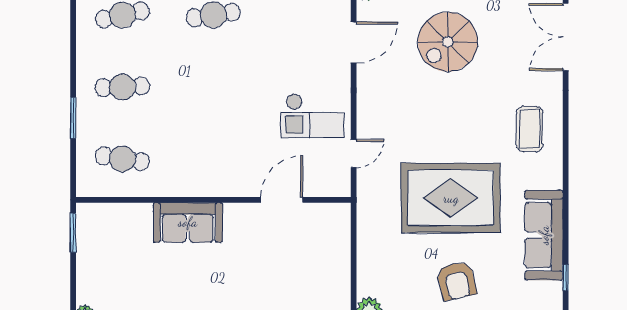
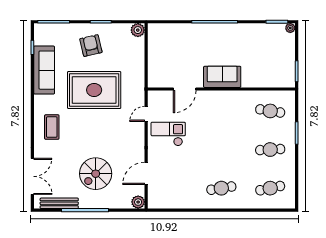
spiral stairs: (448, 42) -> (96, 174), turned 180
sofa: (188, 222) -> (222, 77), moved

